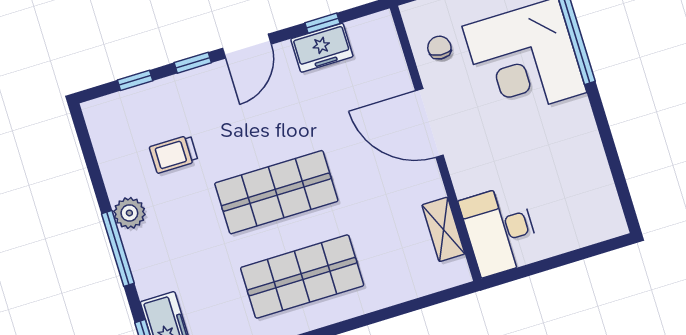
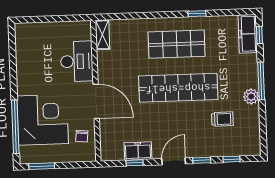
shop shelf: (276, 192) -> (178, 88), width x1.40
shelving: (443, 229) -> (102, 35), moved
desk: (500, 230) -> (77, 61), moved

